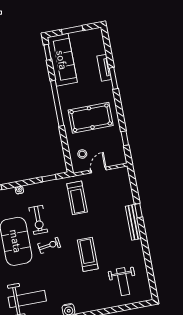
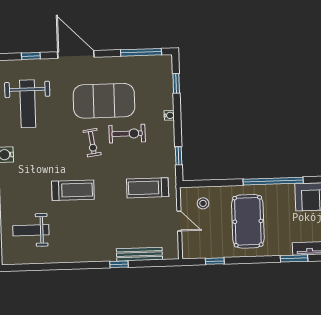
exercise bike: (38, 220) -> (127, 134), turned 180
bench: (133, 222) -> (139, 254), moved

